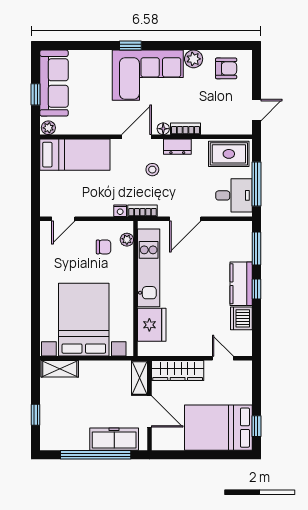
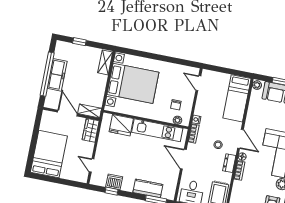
kitchen counter: (241, 284) -> (148, 188), moved
window: (256, 289) -> (112, 191), moved
door: (223, 358) -> (92, 165), swing flipped
wardrobe: (178, 370) -> (91, 130), width x0.67
door: (149, 412) -> (67, 113), swing flipped
window: (256, 426) -> (45, 178), removed
freezer: (114, 439) -> (57, 75), moved

